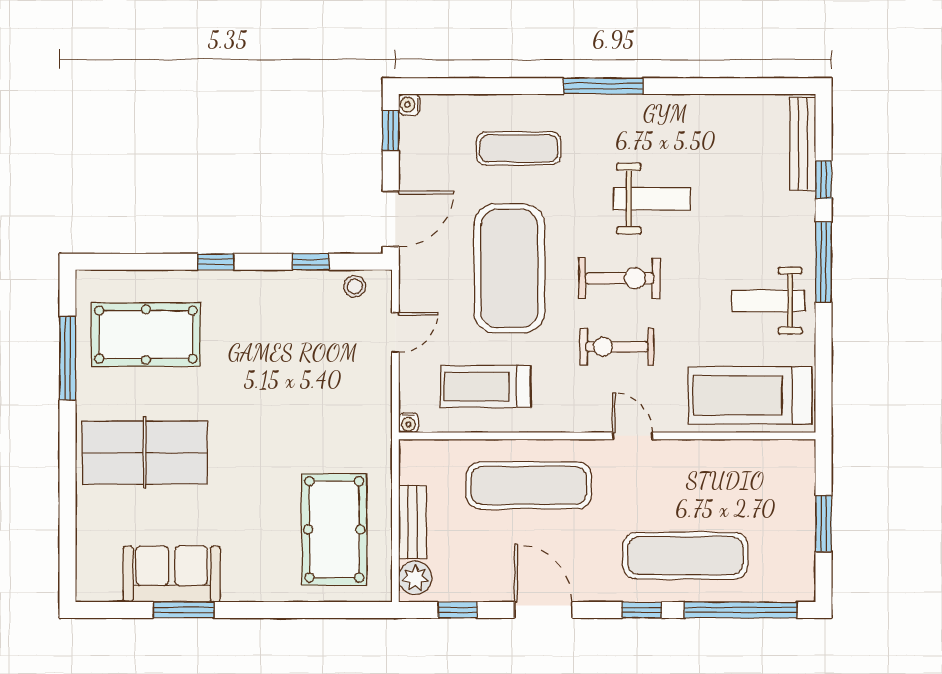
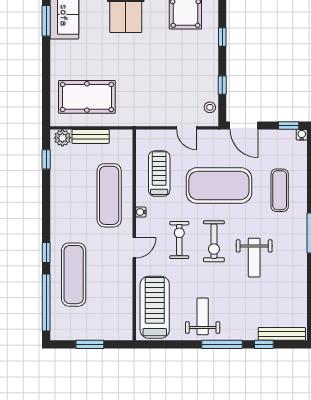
water cooler: (408, 423) -> (141, 212), moved
door: (543, 610) -> (46, 203), removed

